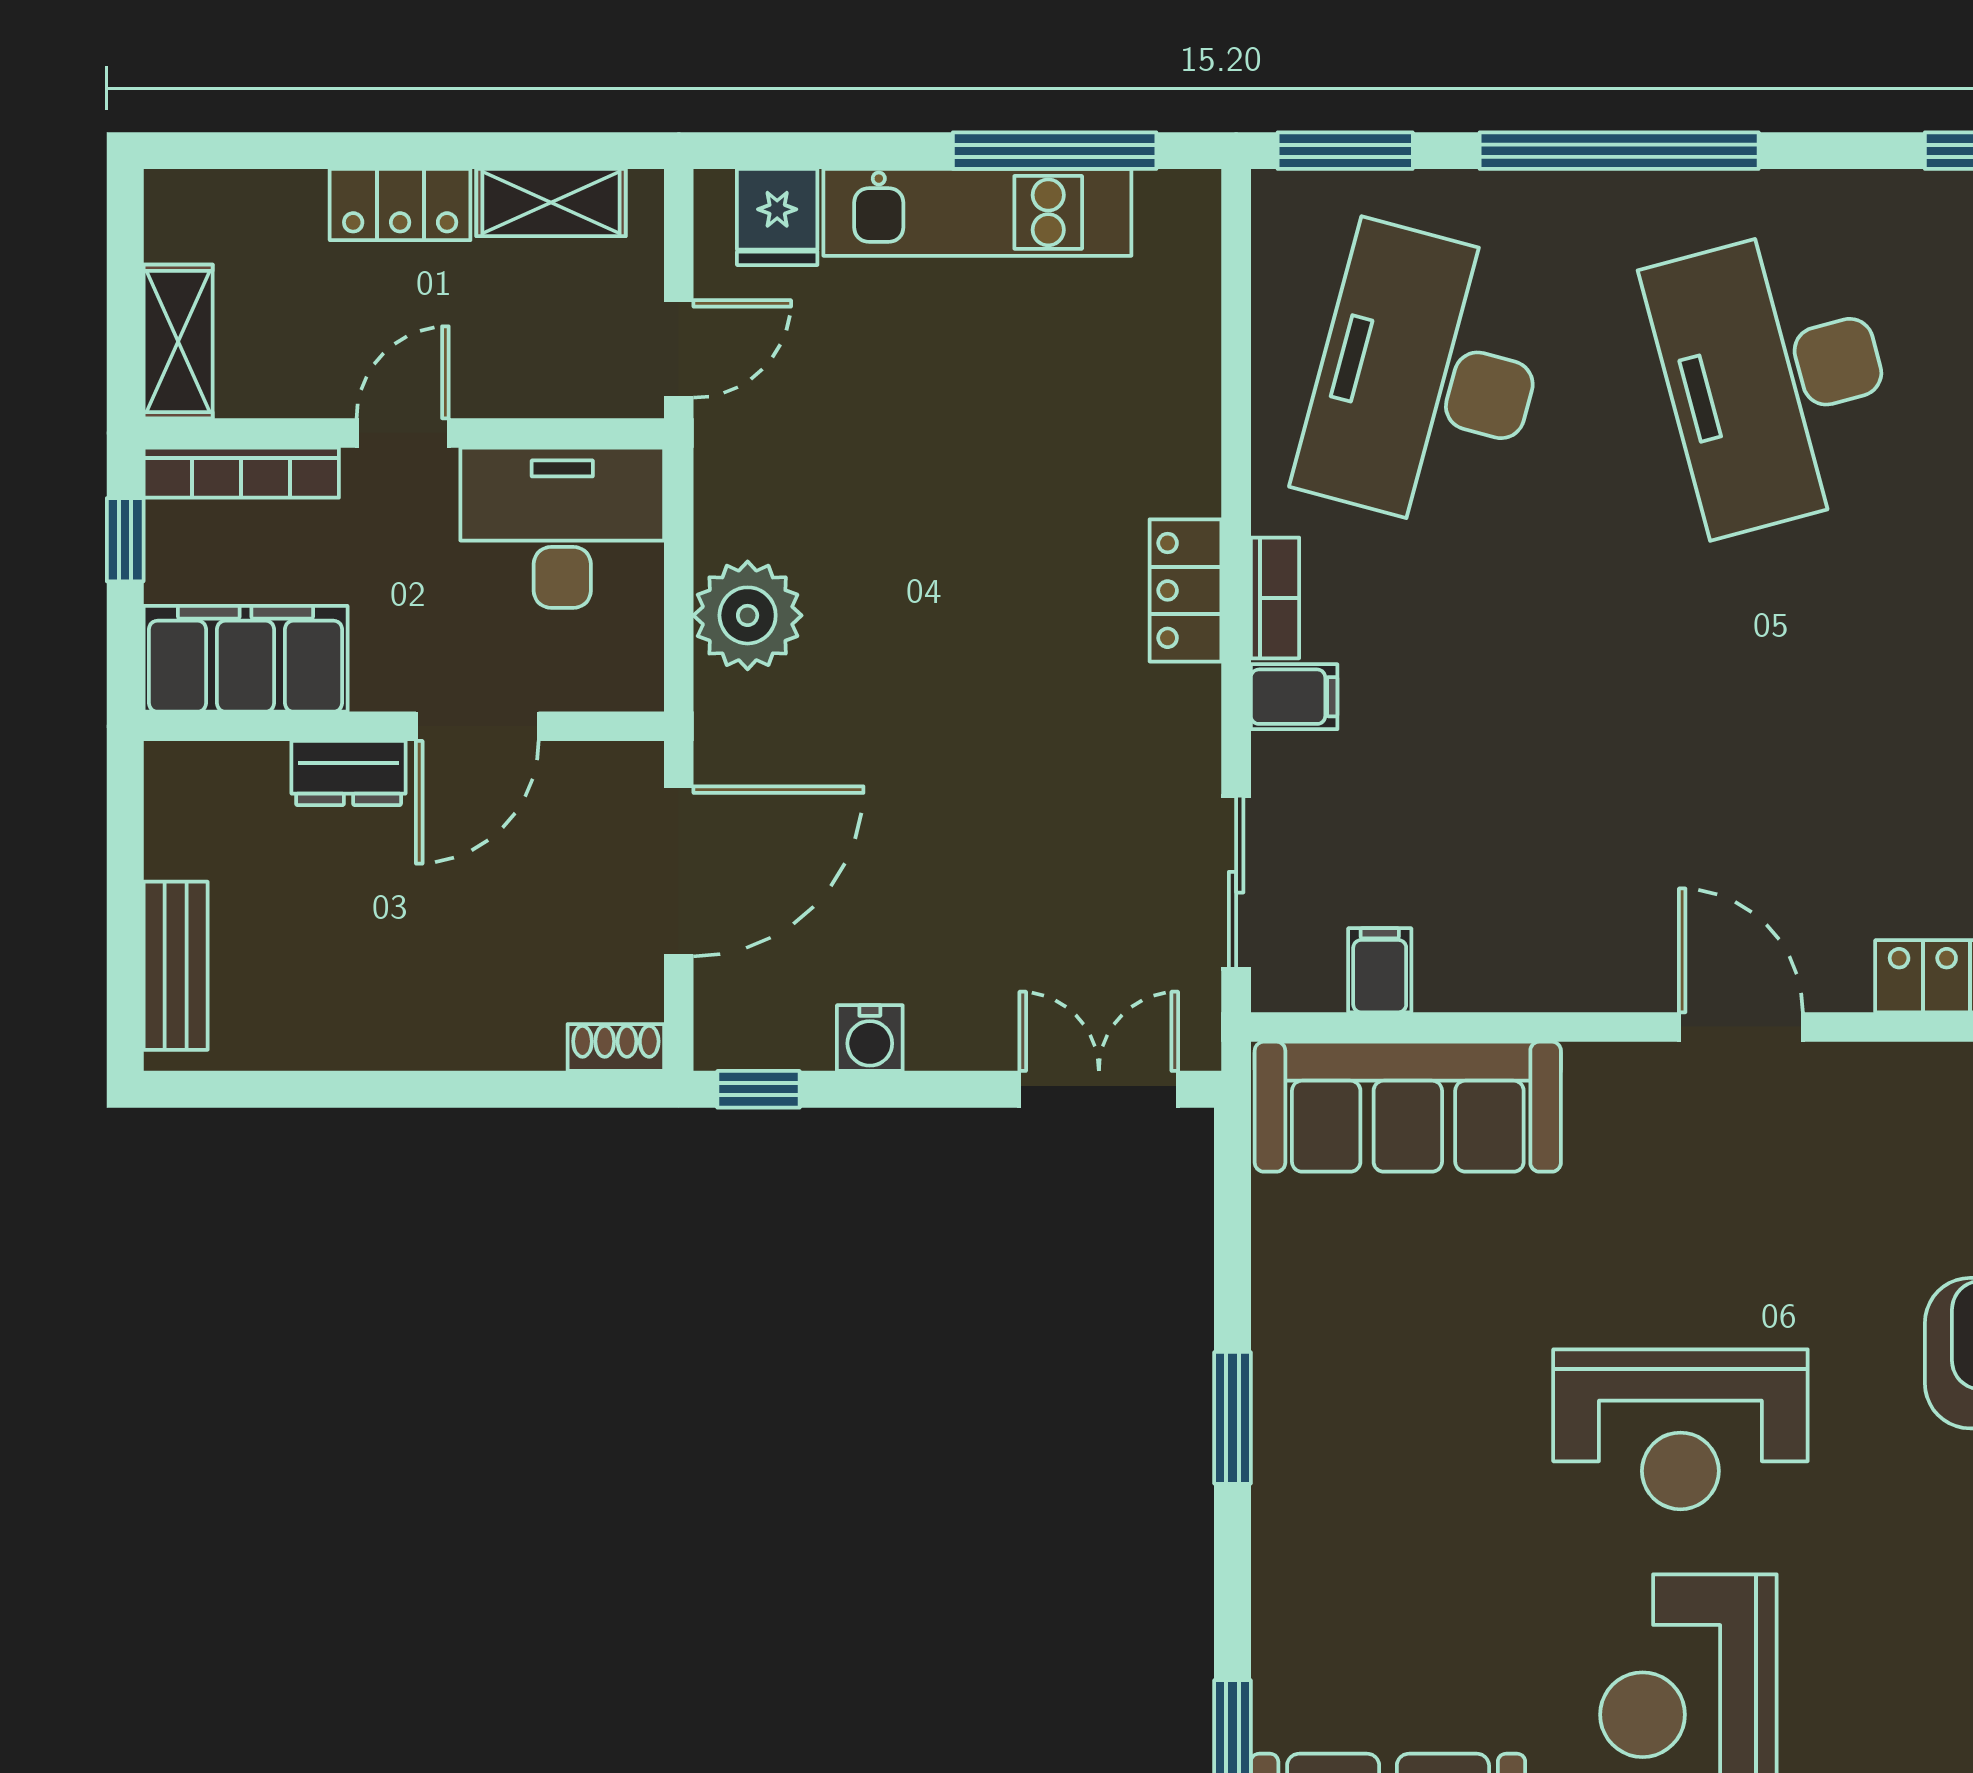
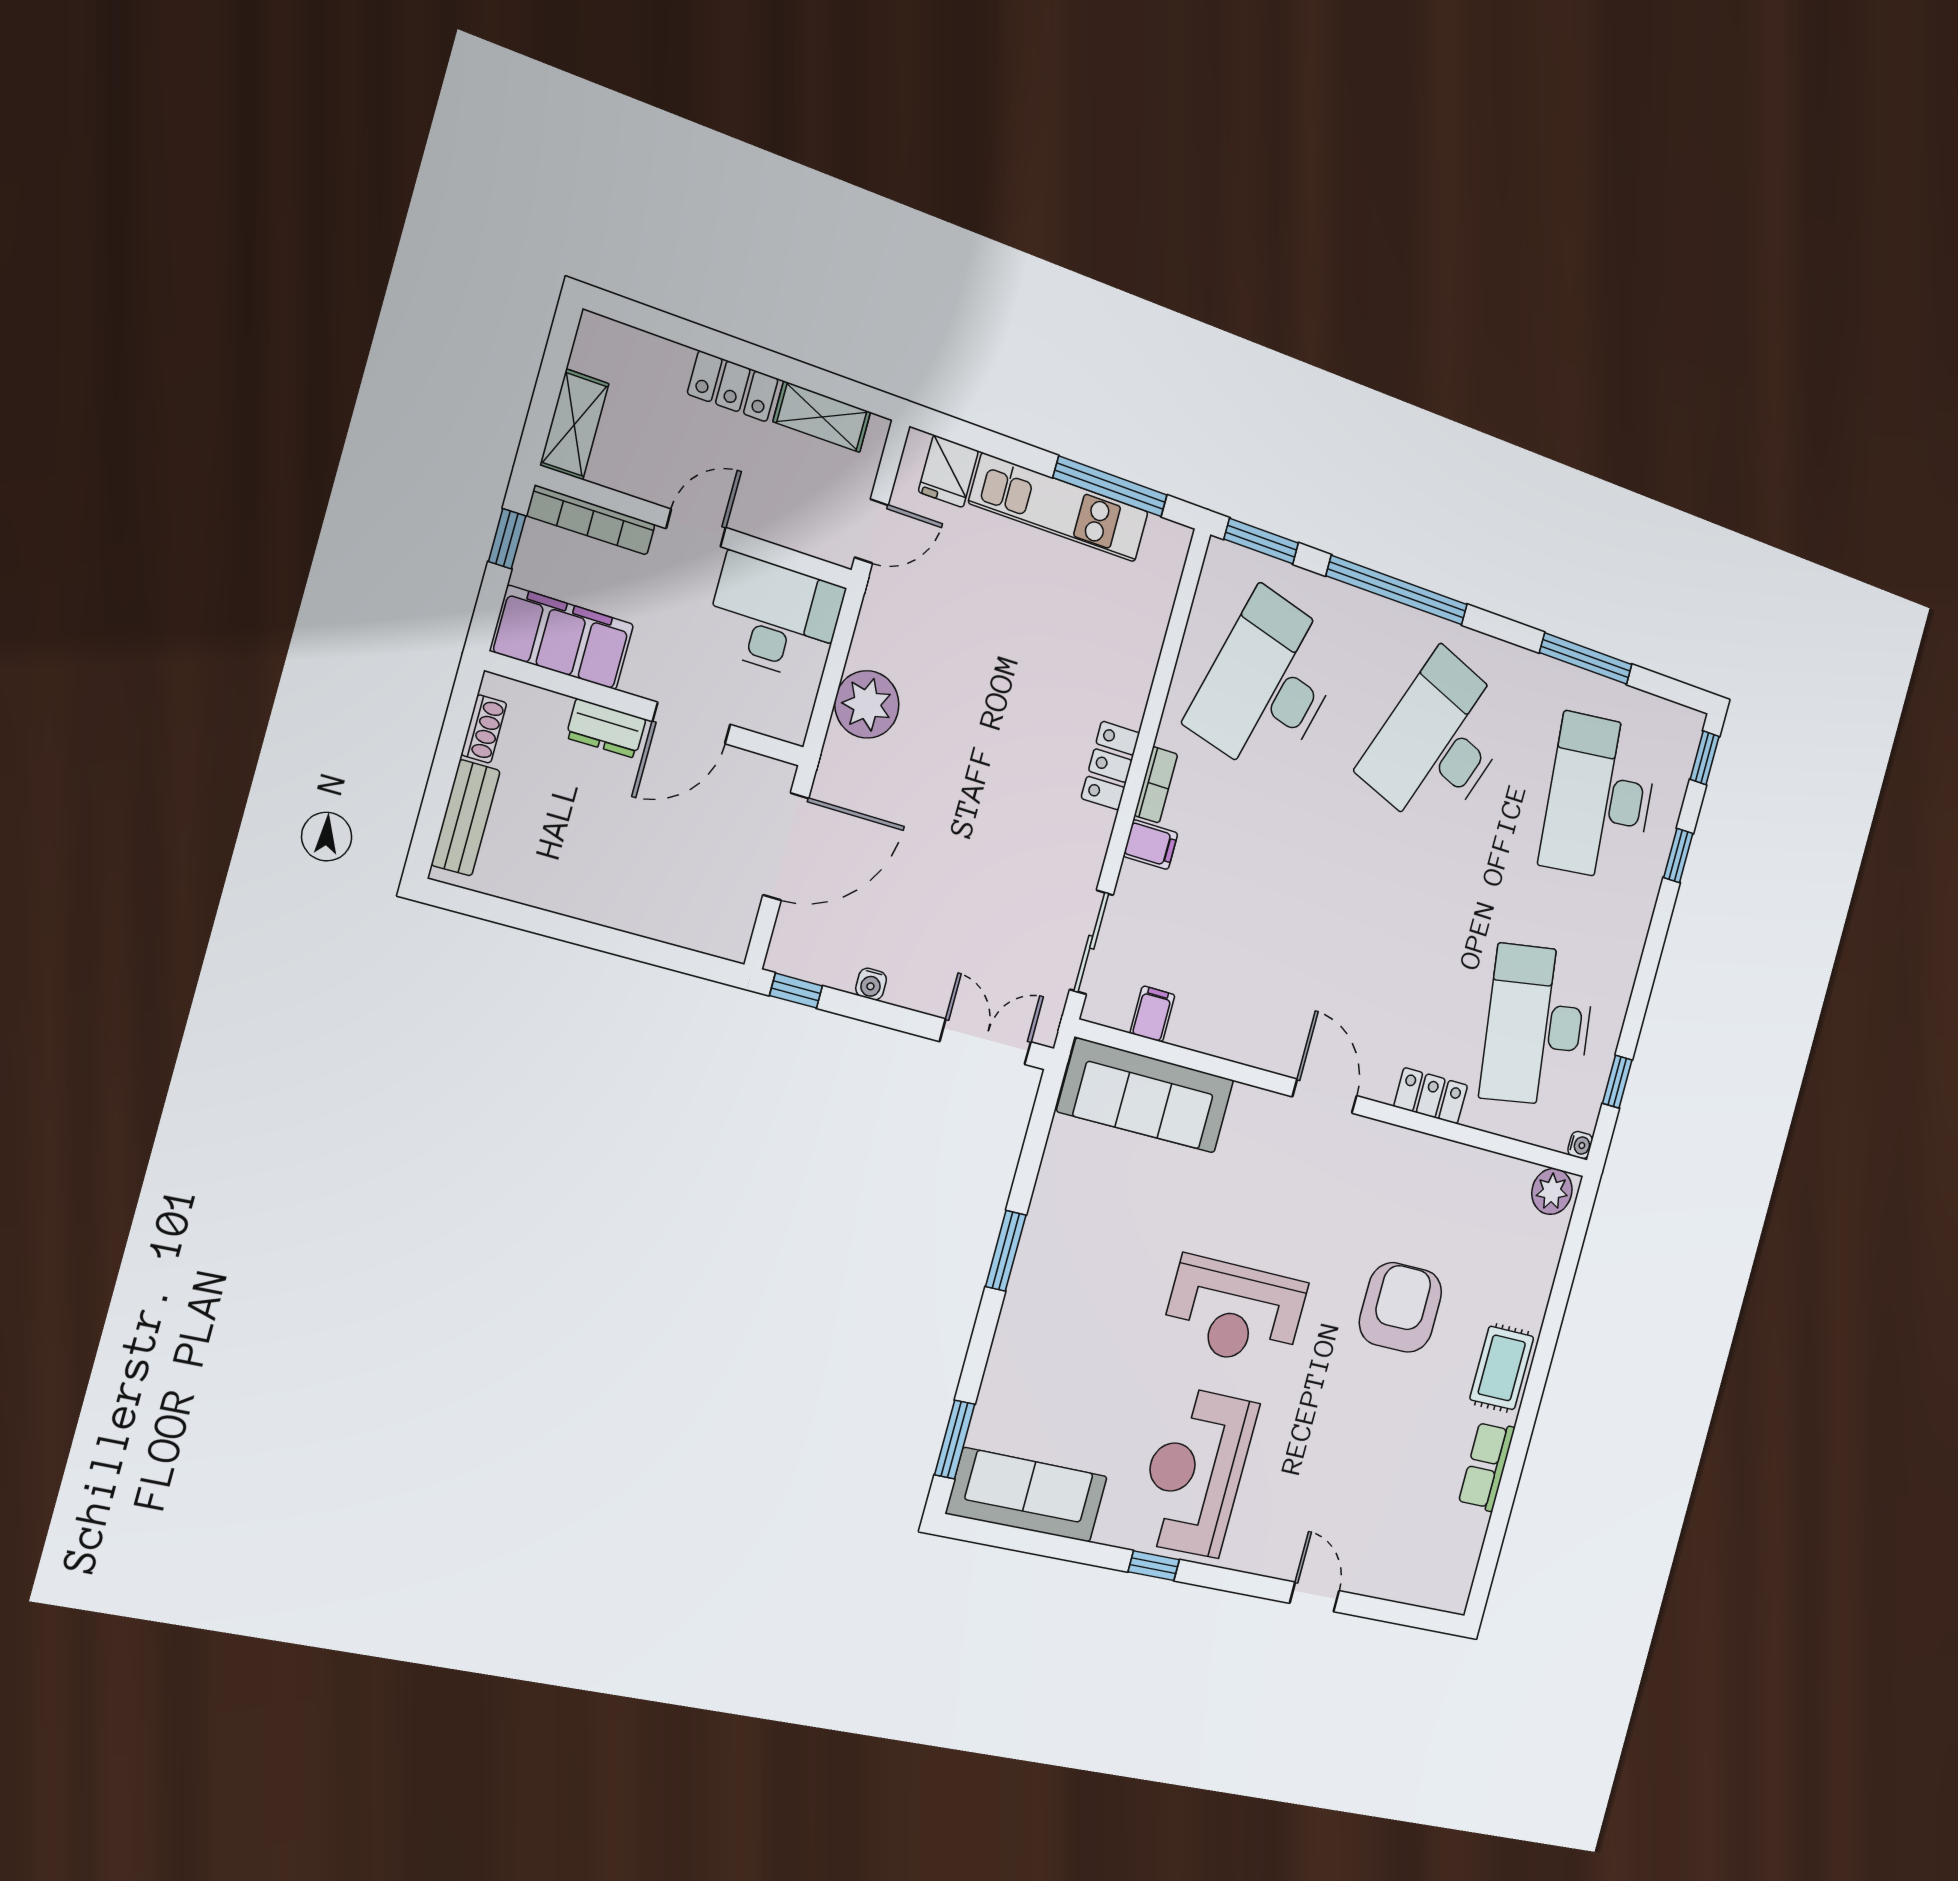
desk: (1775, 378) -> (1438, 743), turned 36
water cooler: (870, 1038) -> (871, 984), width x0.72, depth x0.72
shoe rack: (616, 1048) -> (484, 729), moved, turned 90

